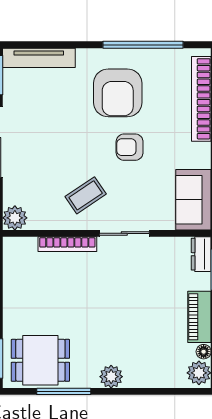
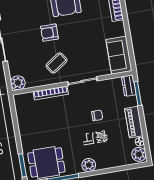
armchair: (130, 147) -> (49, 33), moved
chair: (139, 295) -> (97, 115), added

